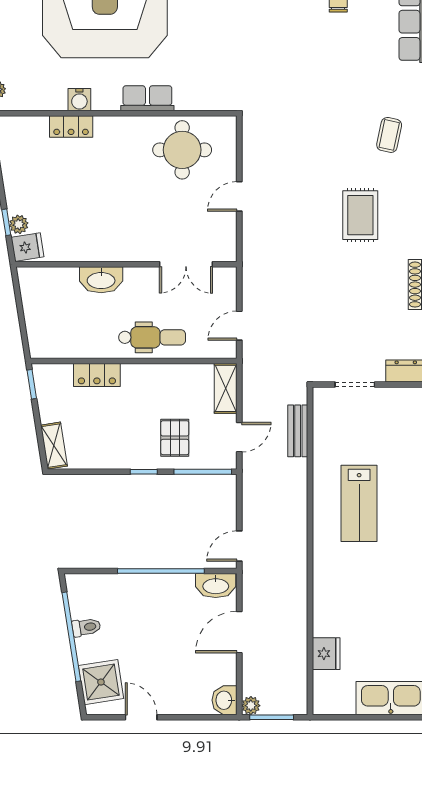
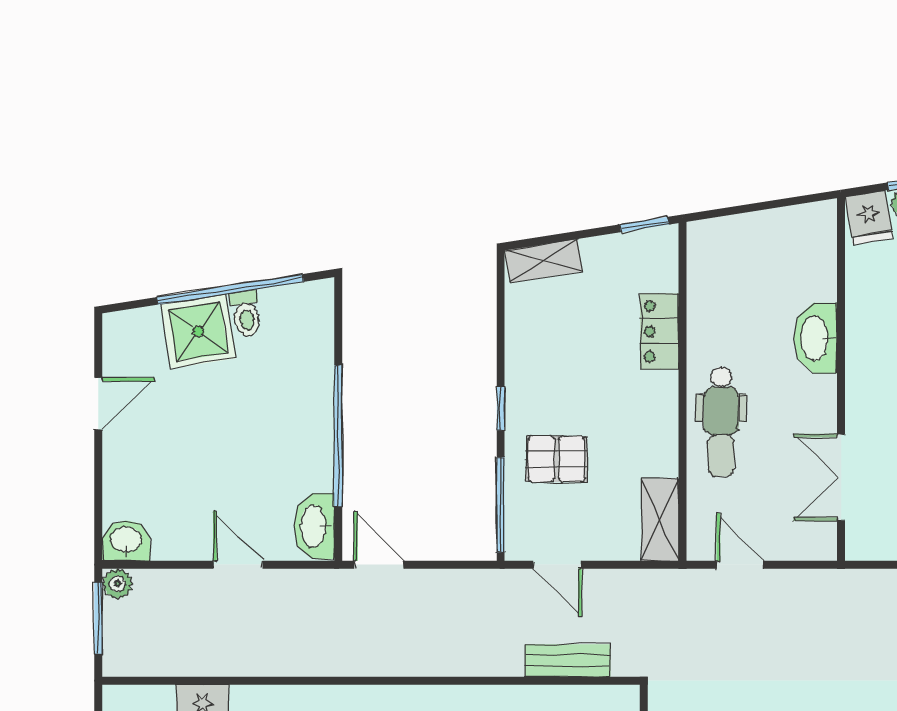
shelving: (226, 388) -> (660, 520), moved, turned 90
door: (239, 632) -> (238, 565), width x0.73
shower: (101, 682) -> (198, 331), moved

